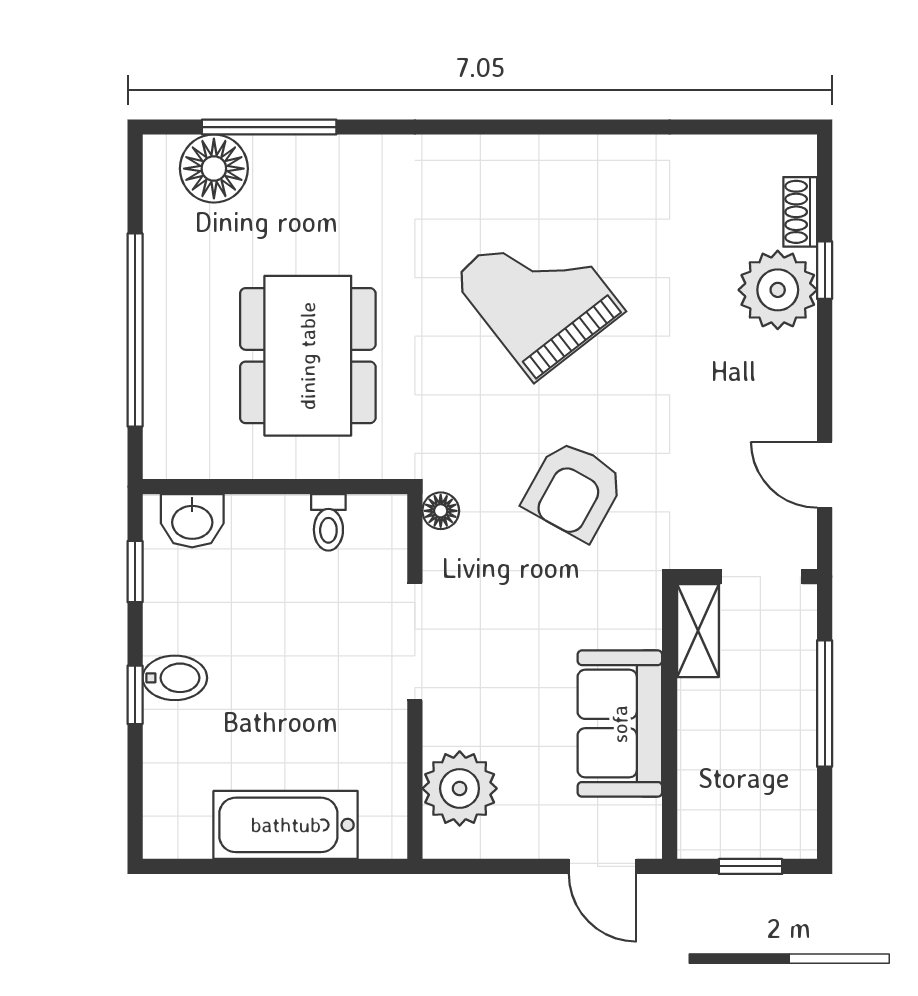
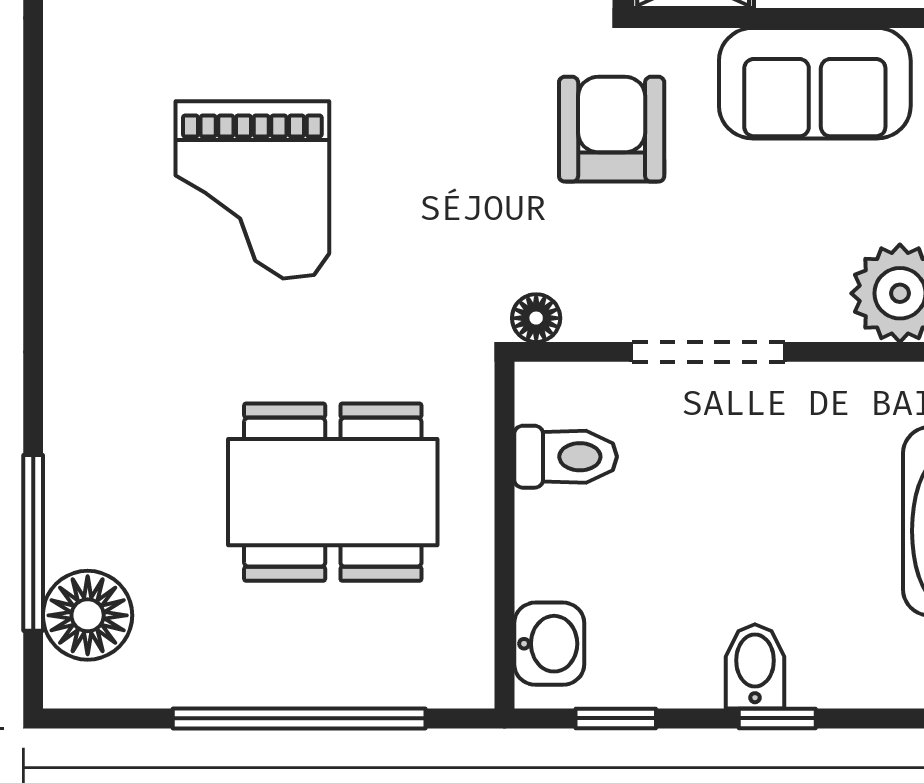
grand piano: (539, 294) -> (252, 190), turned -52
armchair: (574, 490) -> (612, 129), moved, turned -119
toilet: (328, 522) -> (566, 457), width x1.37, depth x1.39

